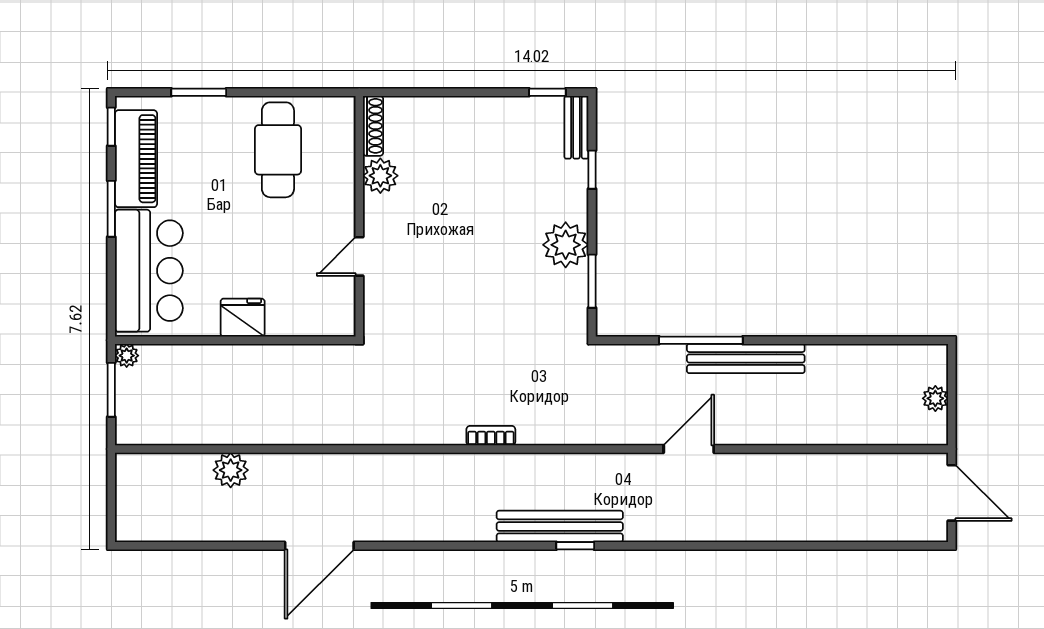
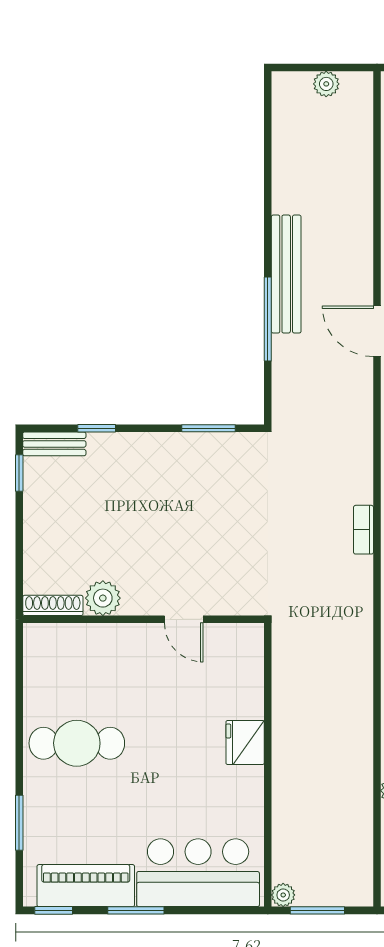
shoe rack: (373, 126) -> (53, 605), moved
plant: (380, 176) -> (103, 598), moved
wall: (359, 216) -> (143, 619), moved
plant: (566, 245) -> (172, 455), removed
door: (359, 256) -> (184, 619), moved
fridge: (243, 318) -> (245, 743), moved

